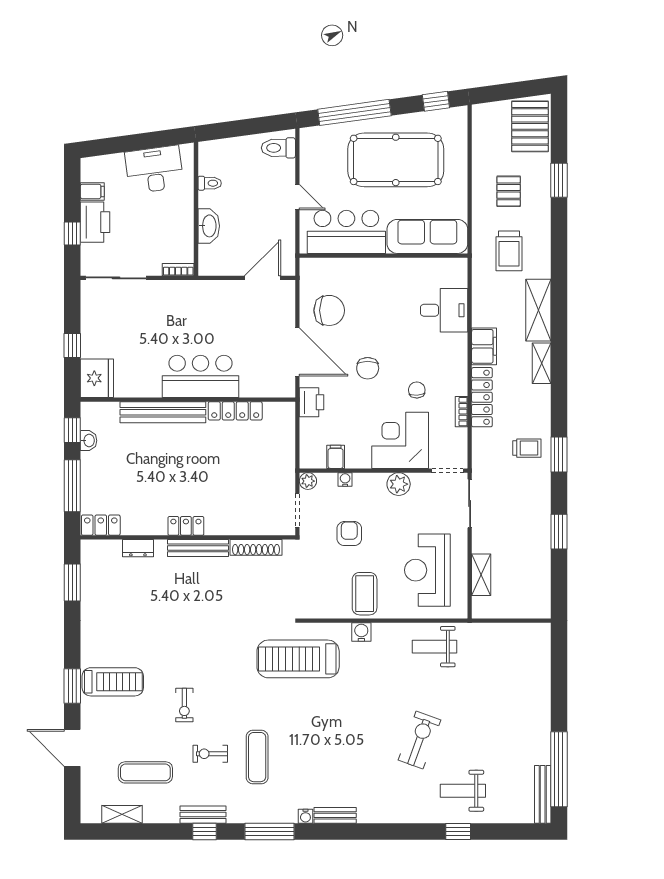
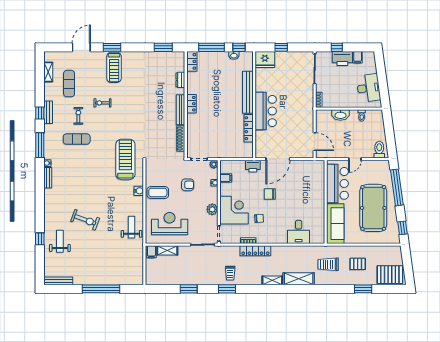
chair: (329, 310) -> (298, 175), removed
filing cabinet: (484, 346) -> (151, 252), moved, width x0.50
window: (559, 769) -> (101, 289), moved

